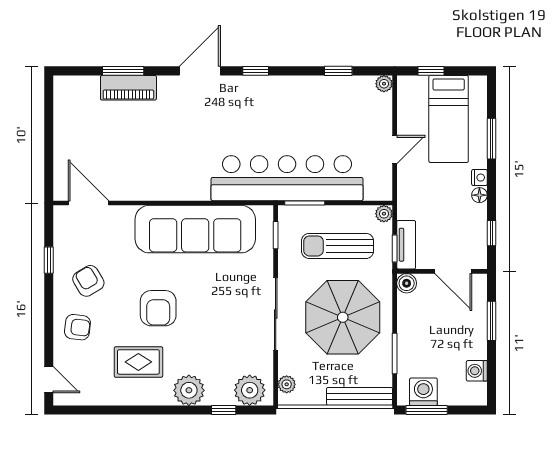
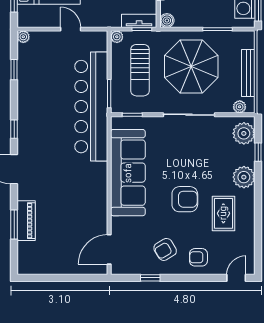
armchair: (77, 327) -> (198, 257), turned -97
bench: (360, 396) -> (248, 73), moved

